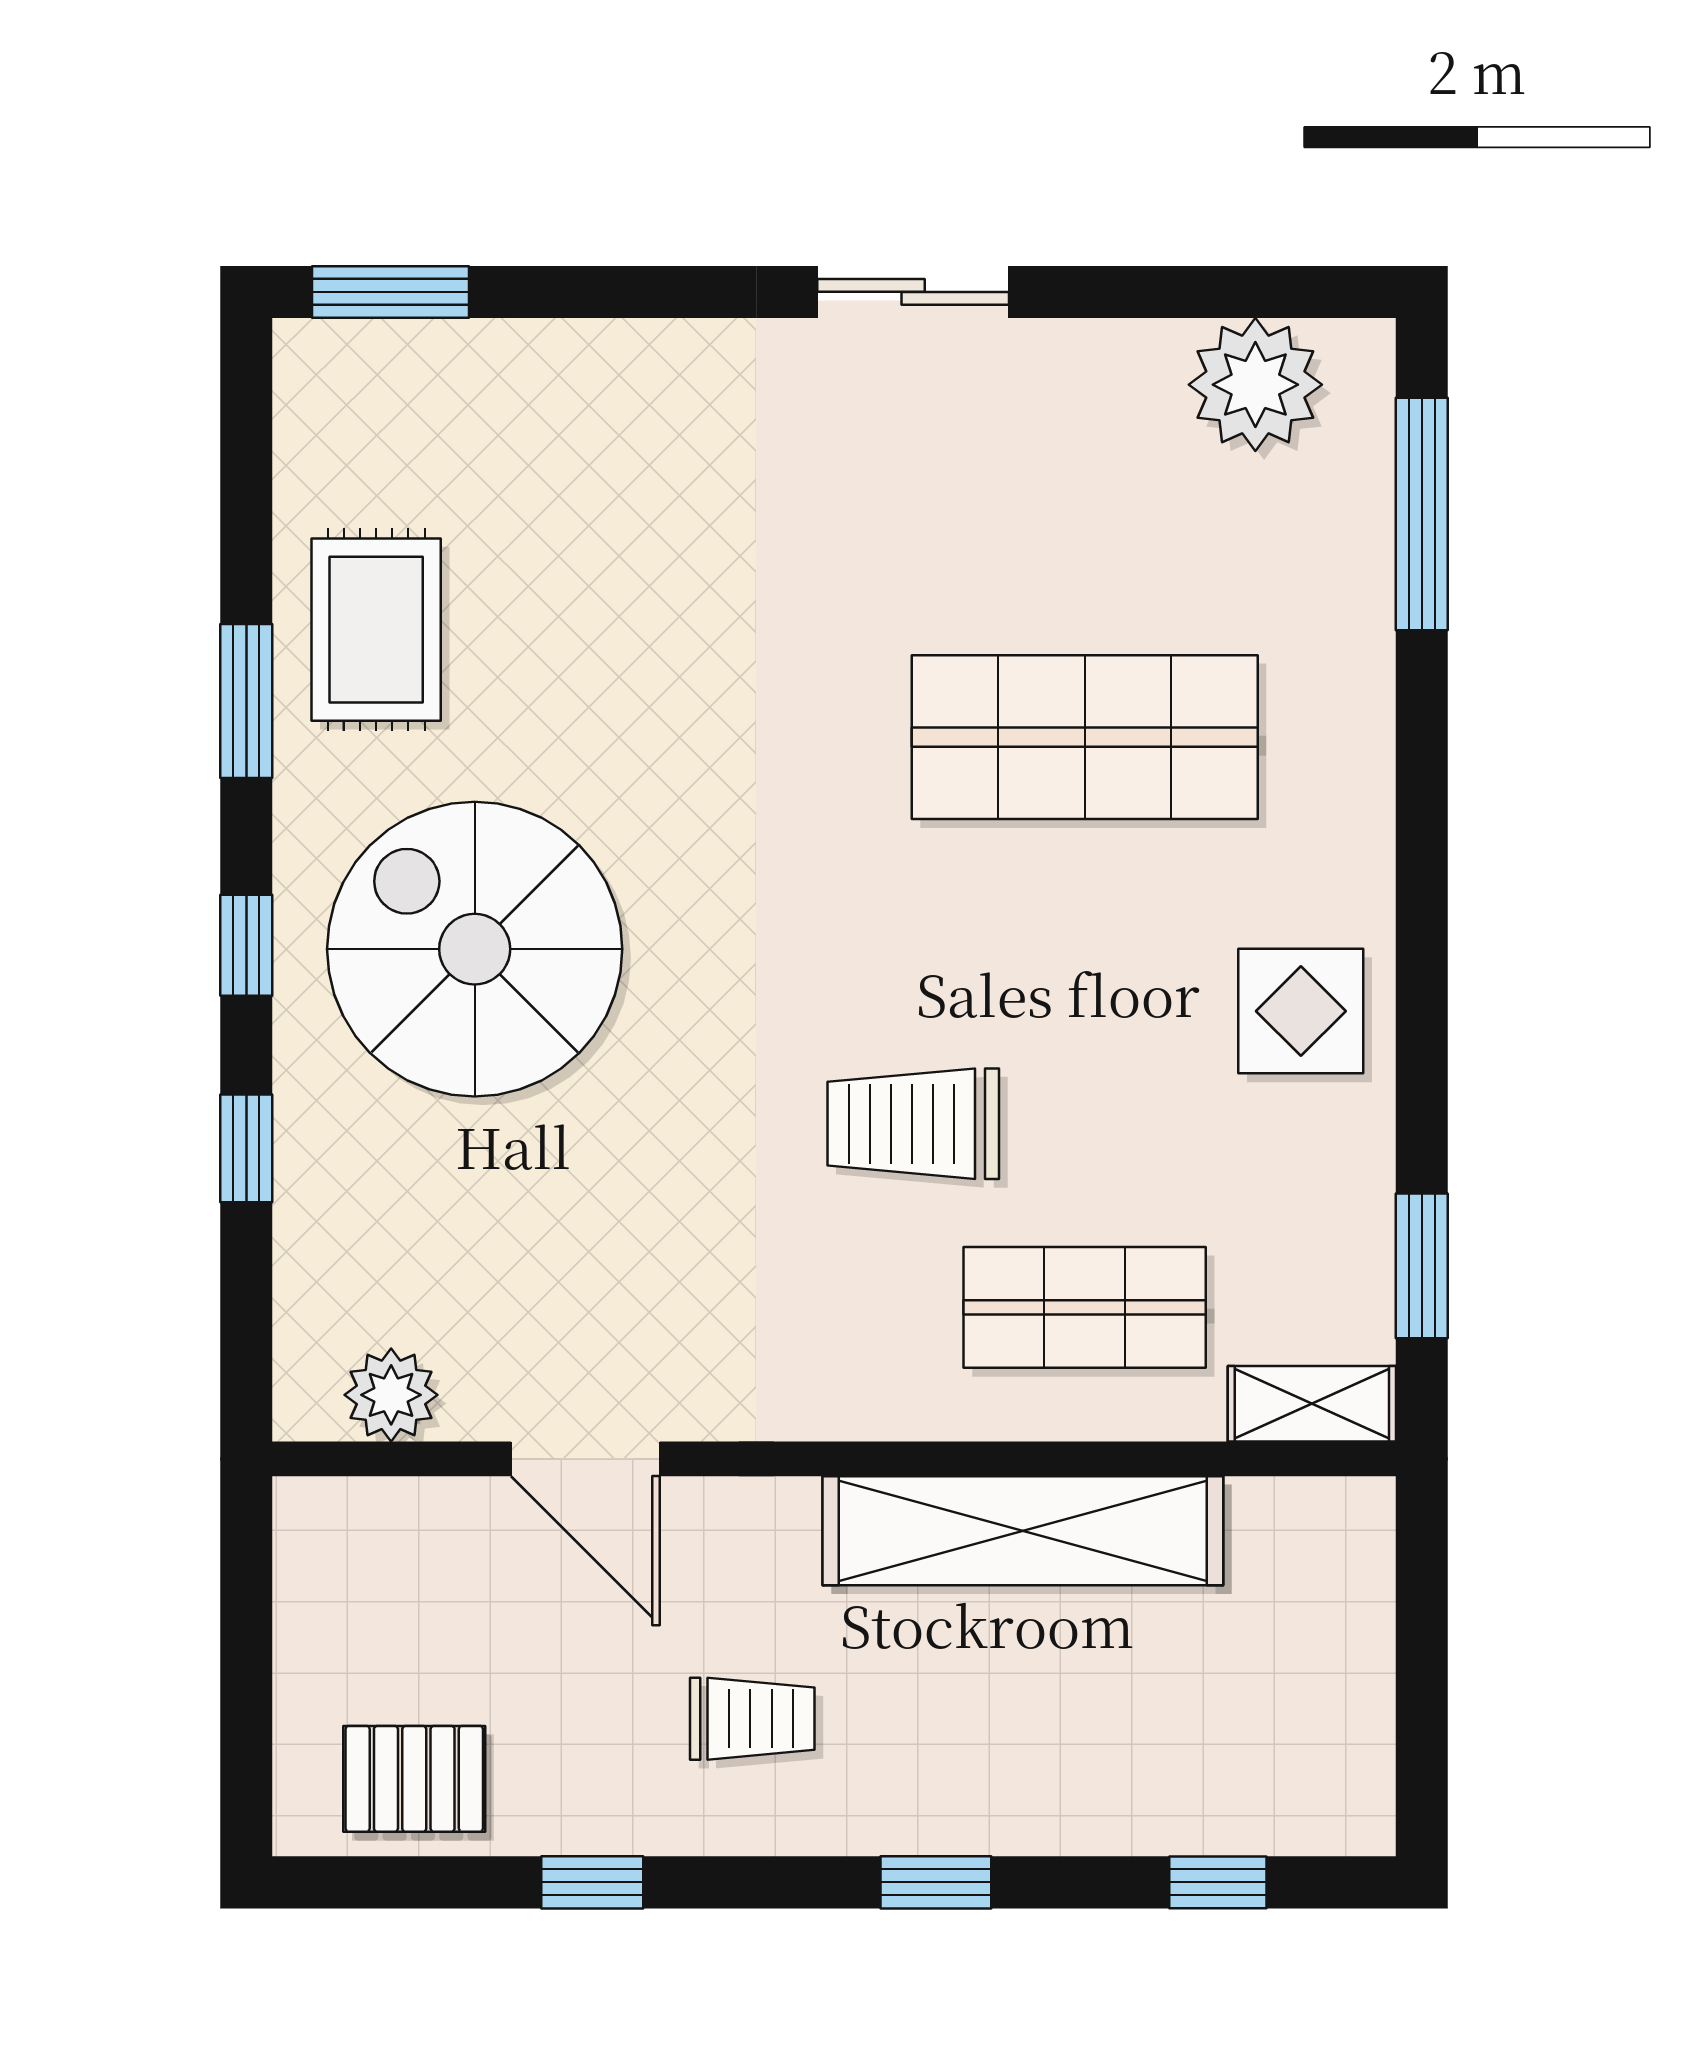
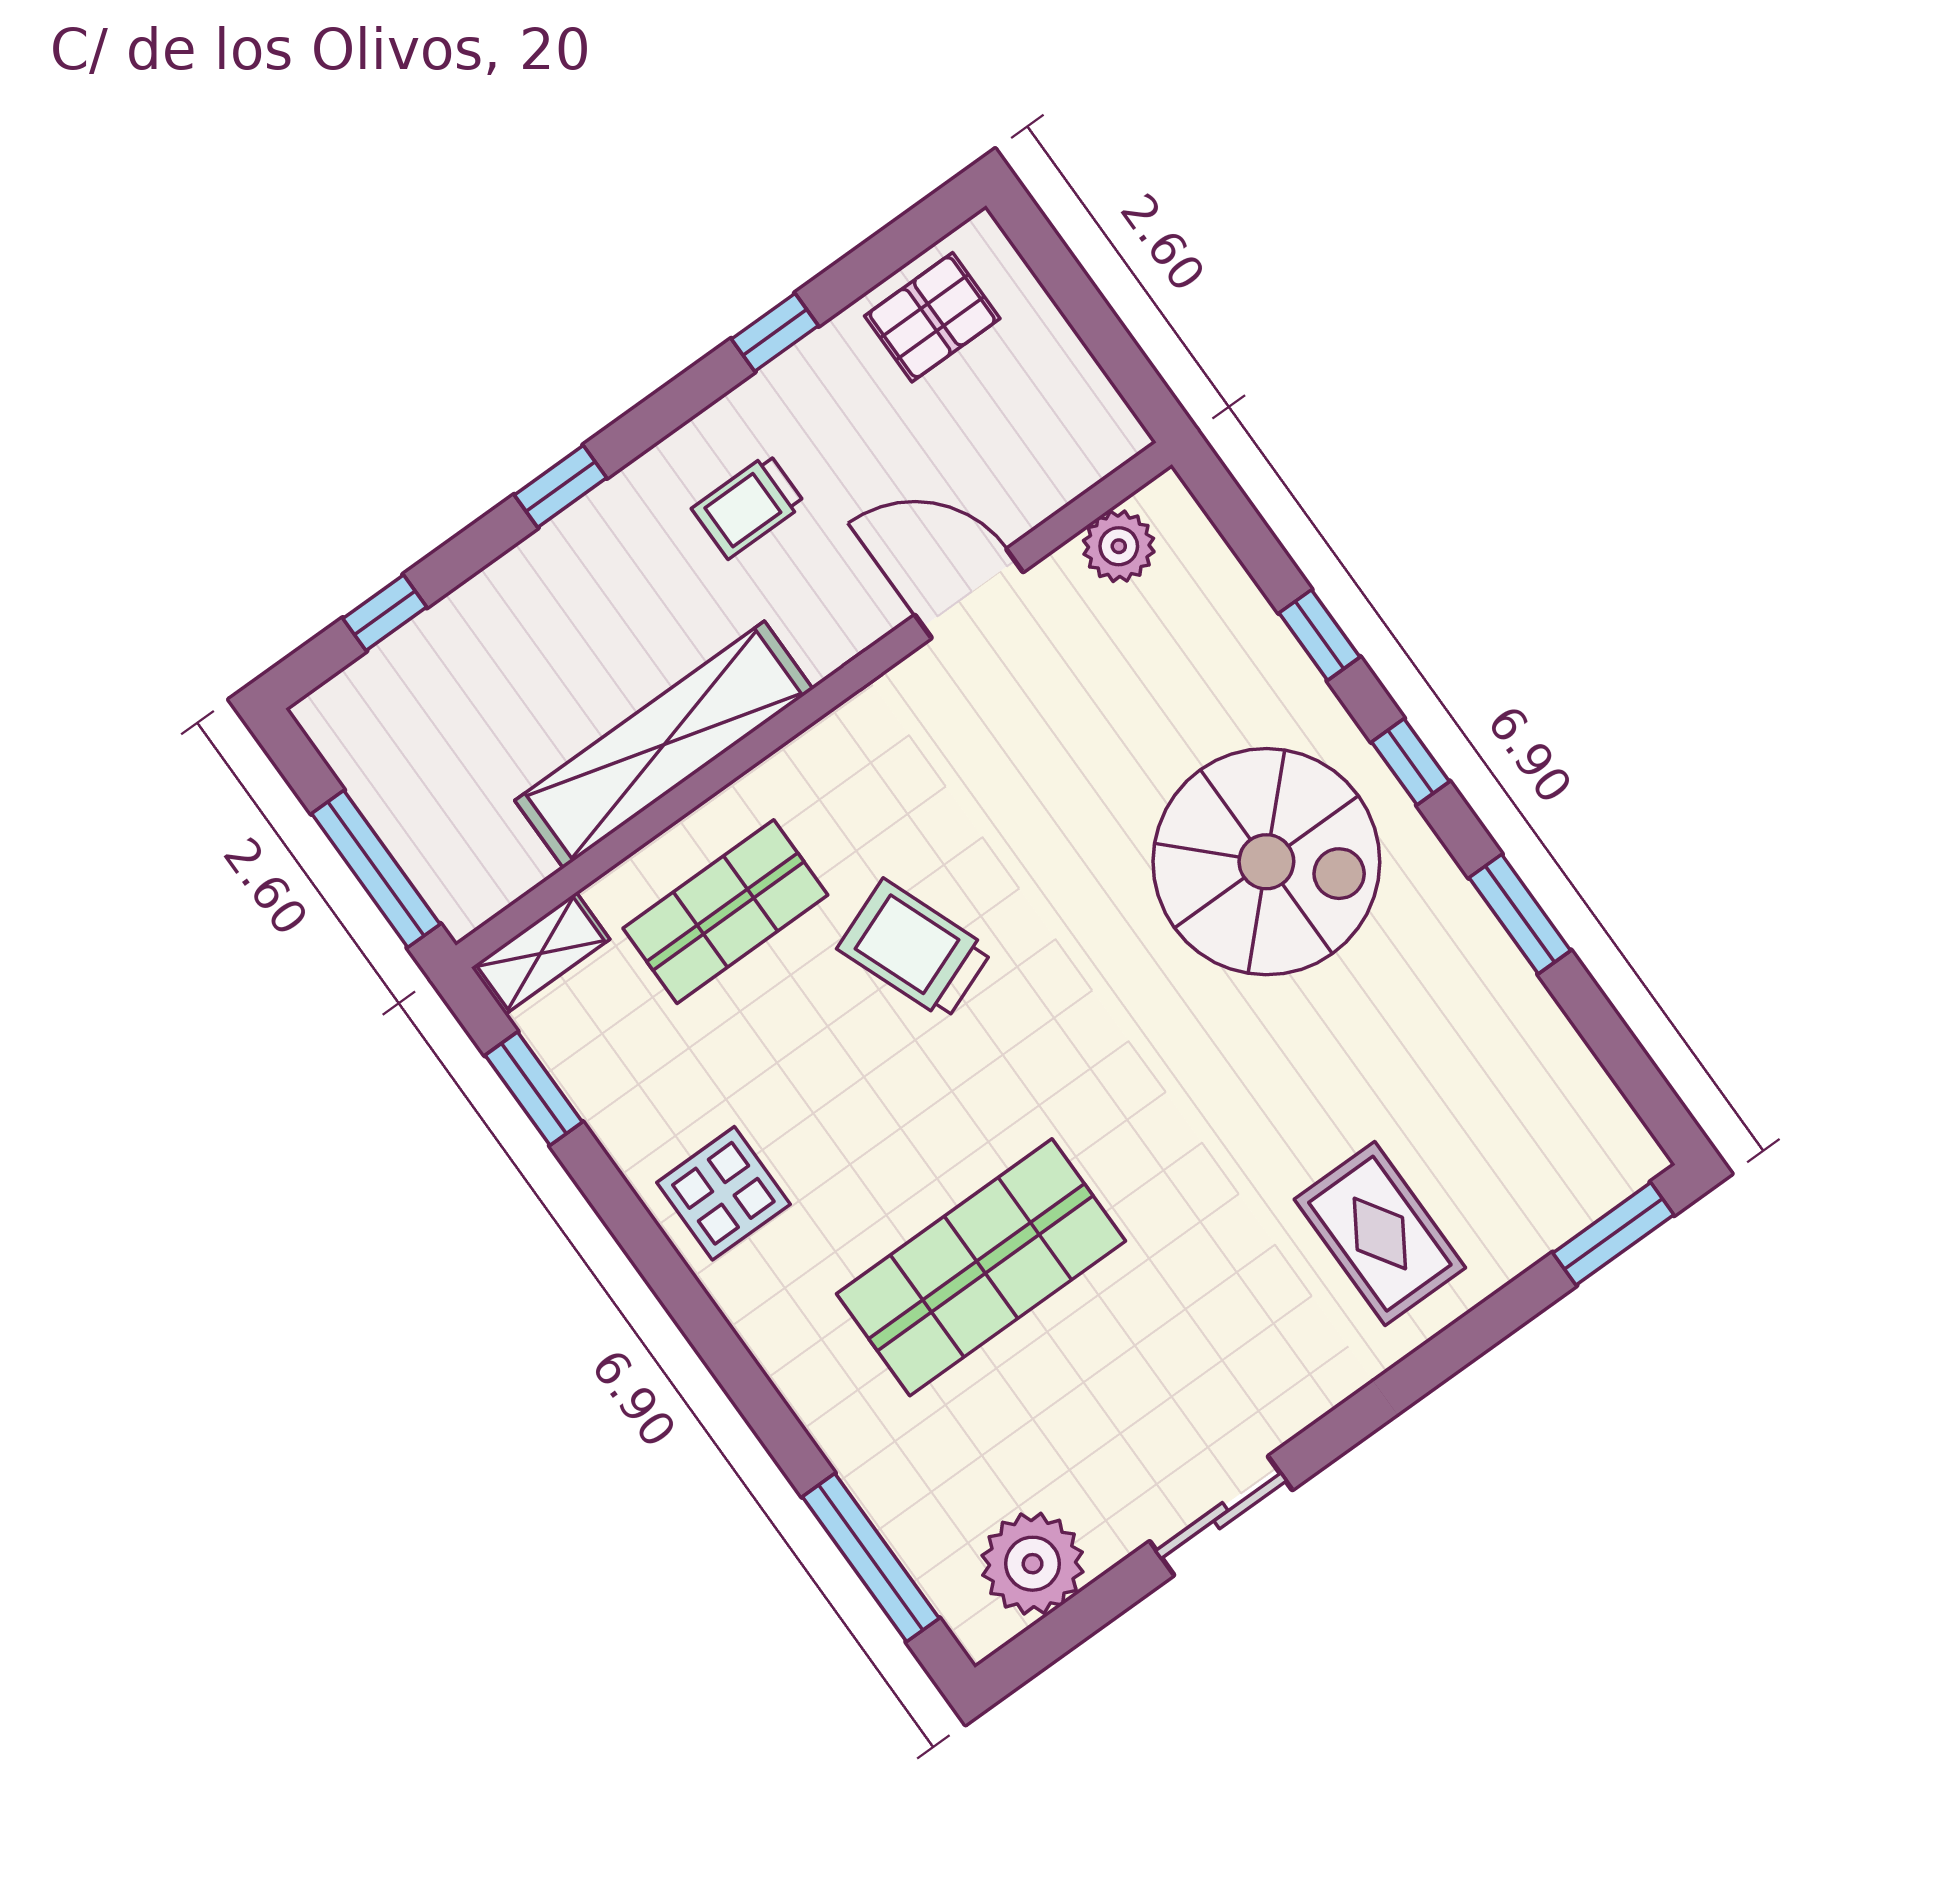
sliding door: (913, 292) -> (1221, 1516), moved
rug: (376, 630) -> (1380, 1234), moved
trolley: (913, 1124) -> (915, 949), turned -111
window: (1422, 1618) -> (376, 869), added

